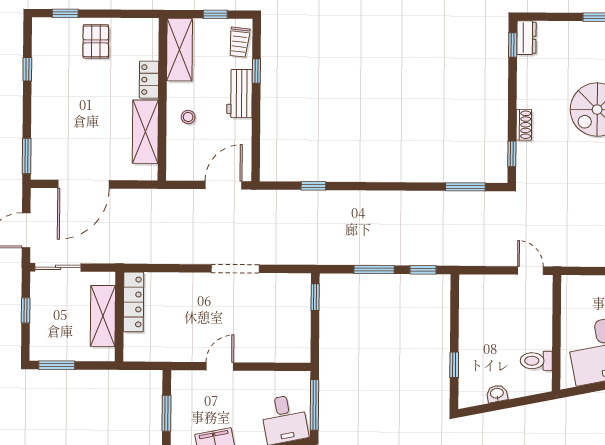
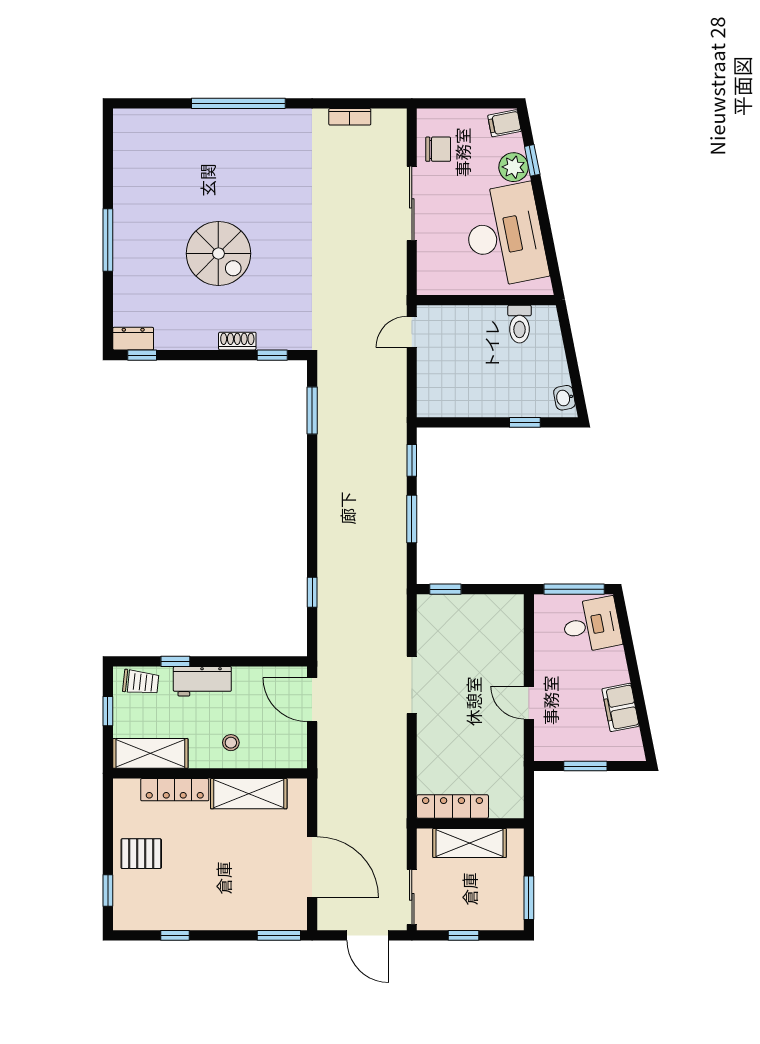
locker: (149, 80) -> (175, 790), width x1.53
washbasin: (497, 394) -> (564, 398), moved

